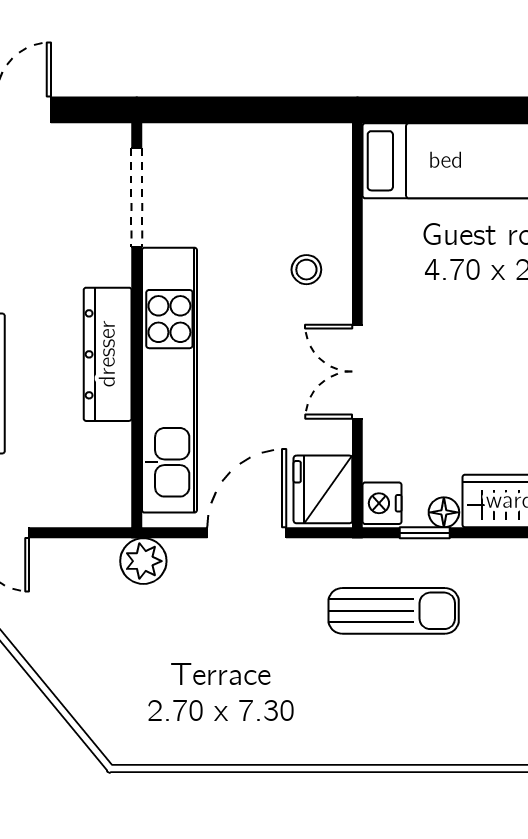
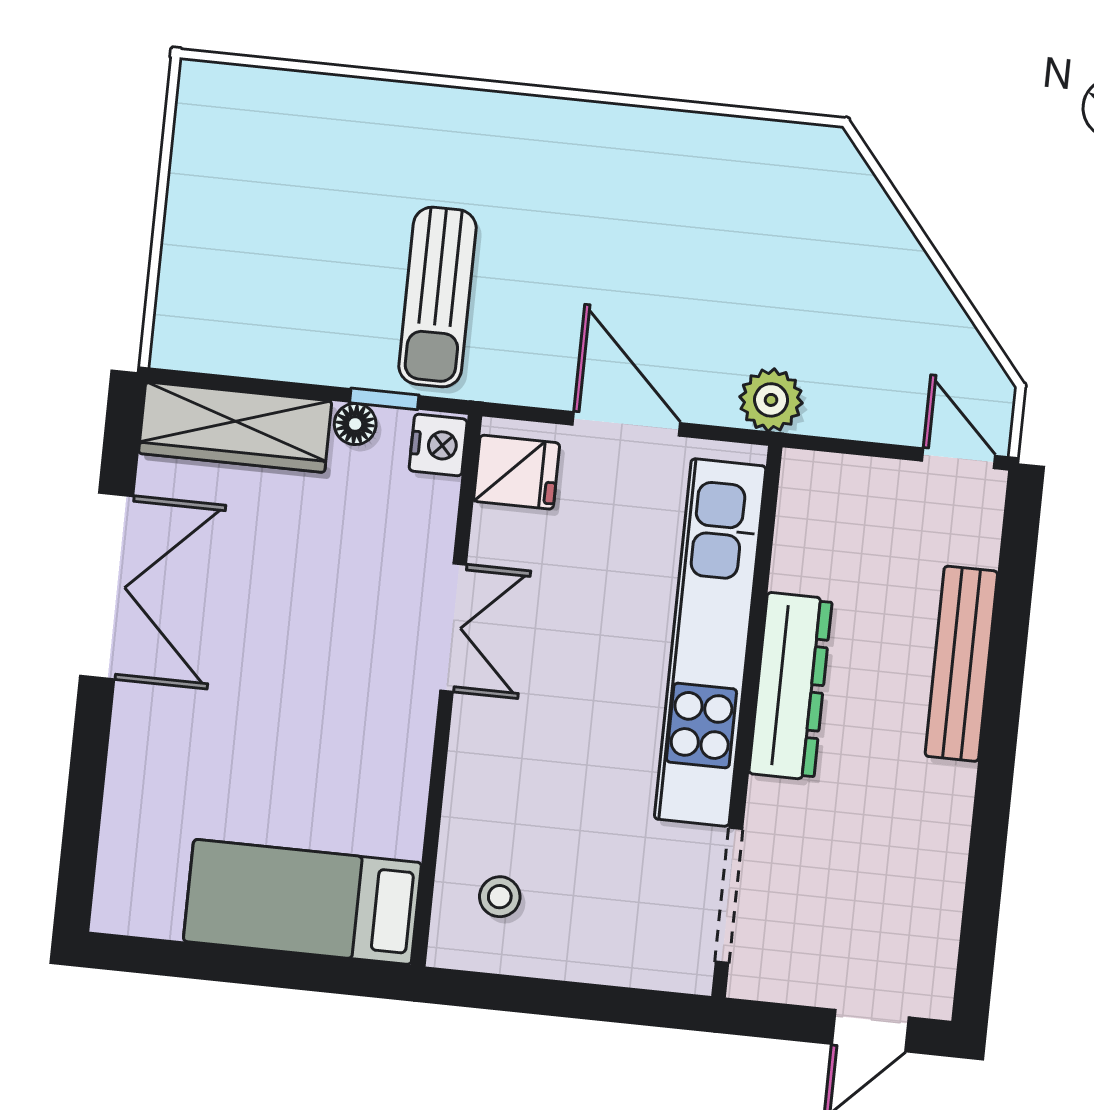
stool: (306, 270) -> (500, 897), moved
fridge: (323, 489) -> (517, 472), width x0.72
door: (247, 533) -> (626, 424), swing flipped
sun lounger: (394, 611) -> (437, 297), turned -90

